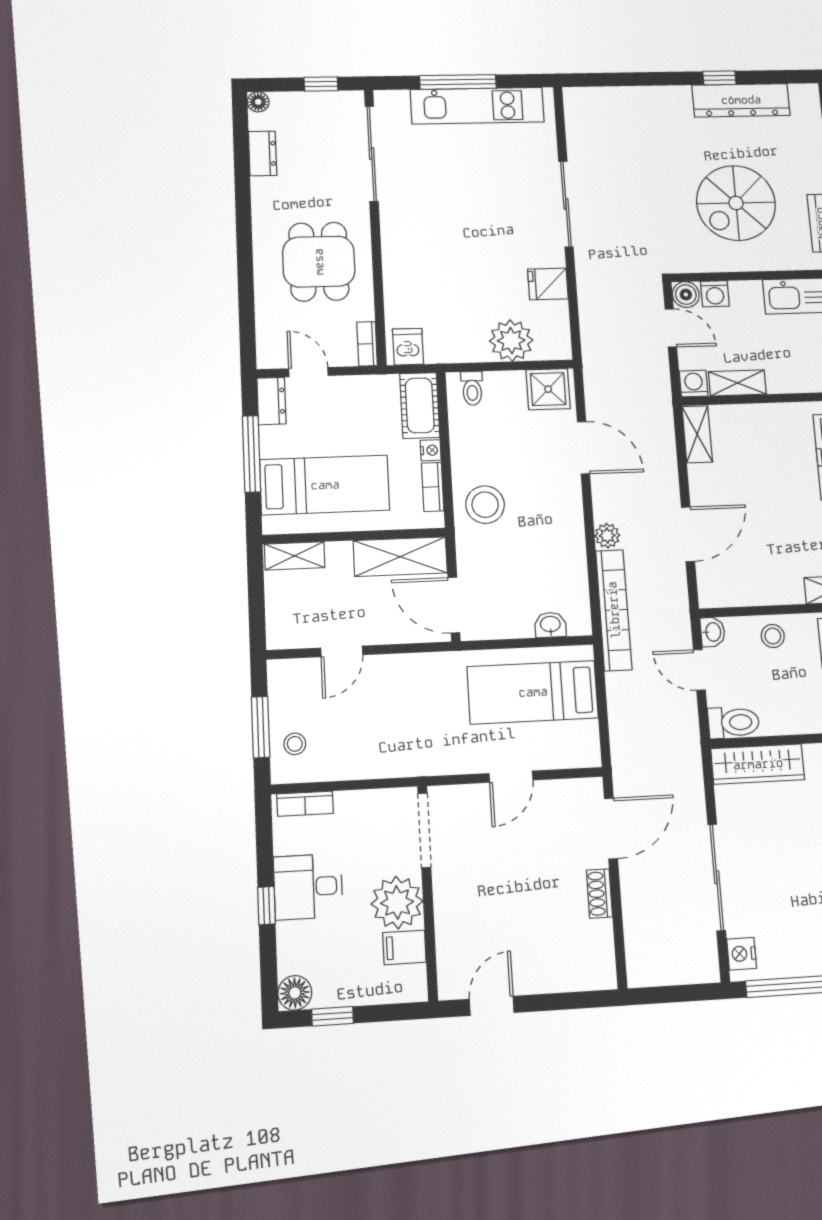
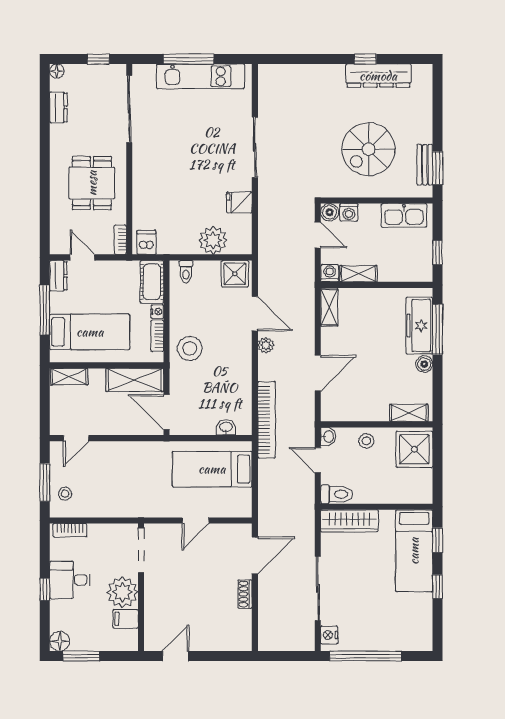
plant: (607, 536) -> (266, 345), moved
door: (342, 651) -> (76, 438), moved
window: (333, 1016) -> (81, 656), width x1.50

